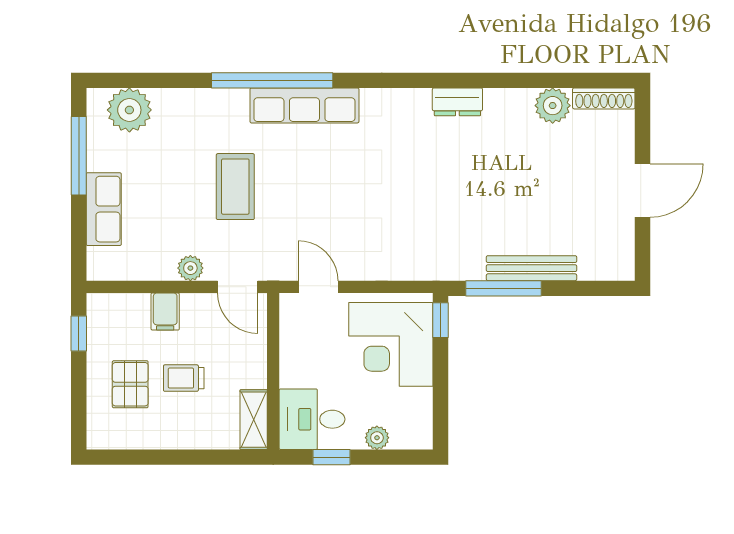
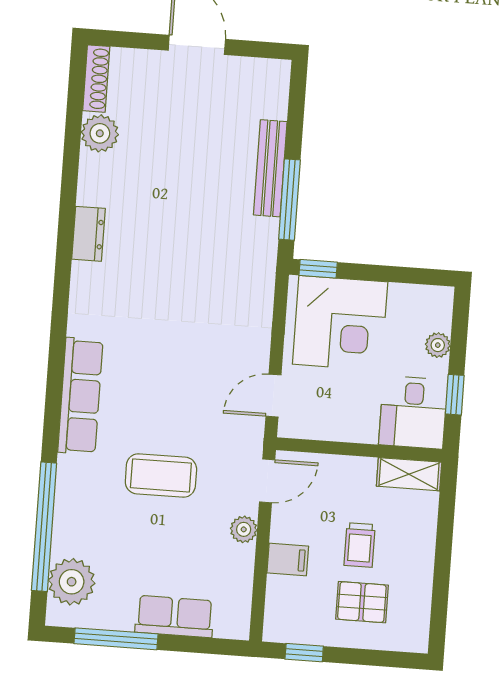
window: (272, 80) -> (44, 527), moved

